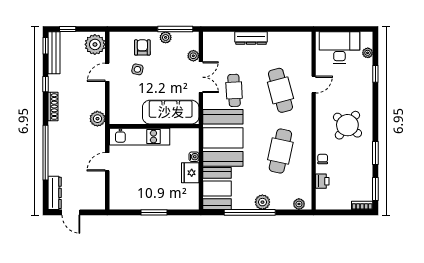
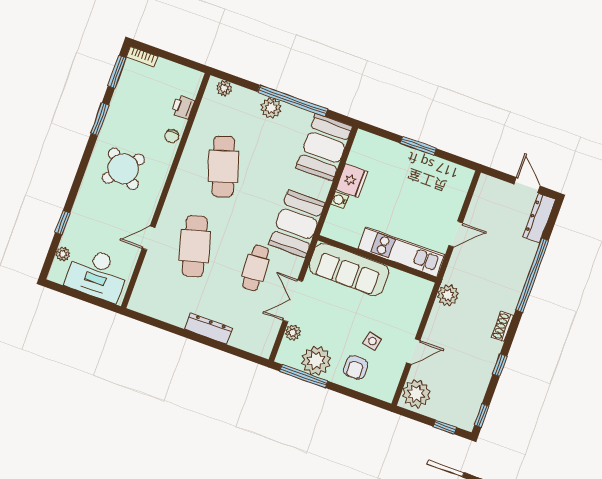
plant: (166, 37) -> (316, 361), width x1.87, depth x1.87
bench: (54, 53) -> (474, 402), removed
shoe rack: (53, 107) -> (503, 326), width x0.70
booth: (223, 138) -> (297, 224), width x0.73, depth x0.70
cafe table: (280, 151) -> (223, 167), turned -30

